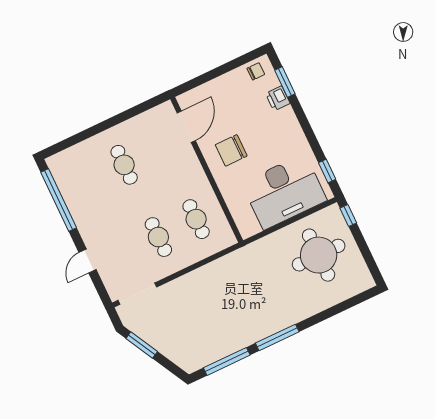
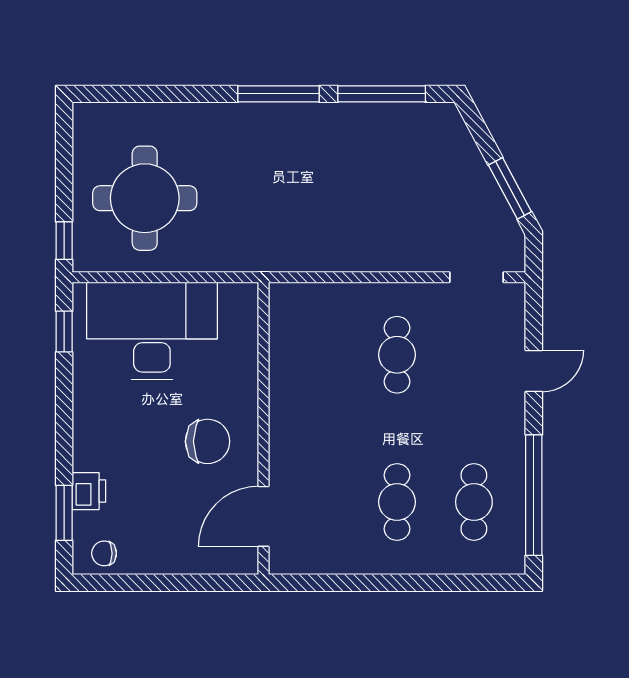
cafe table: (196, 219) -> (474, 502), moved
doorway: (137, 294) -> (477, 277), width x0.73

